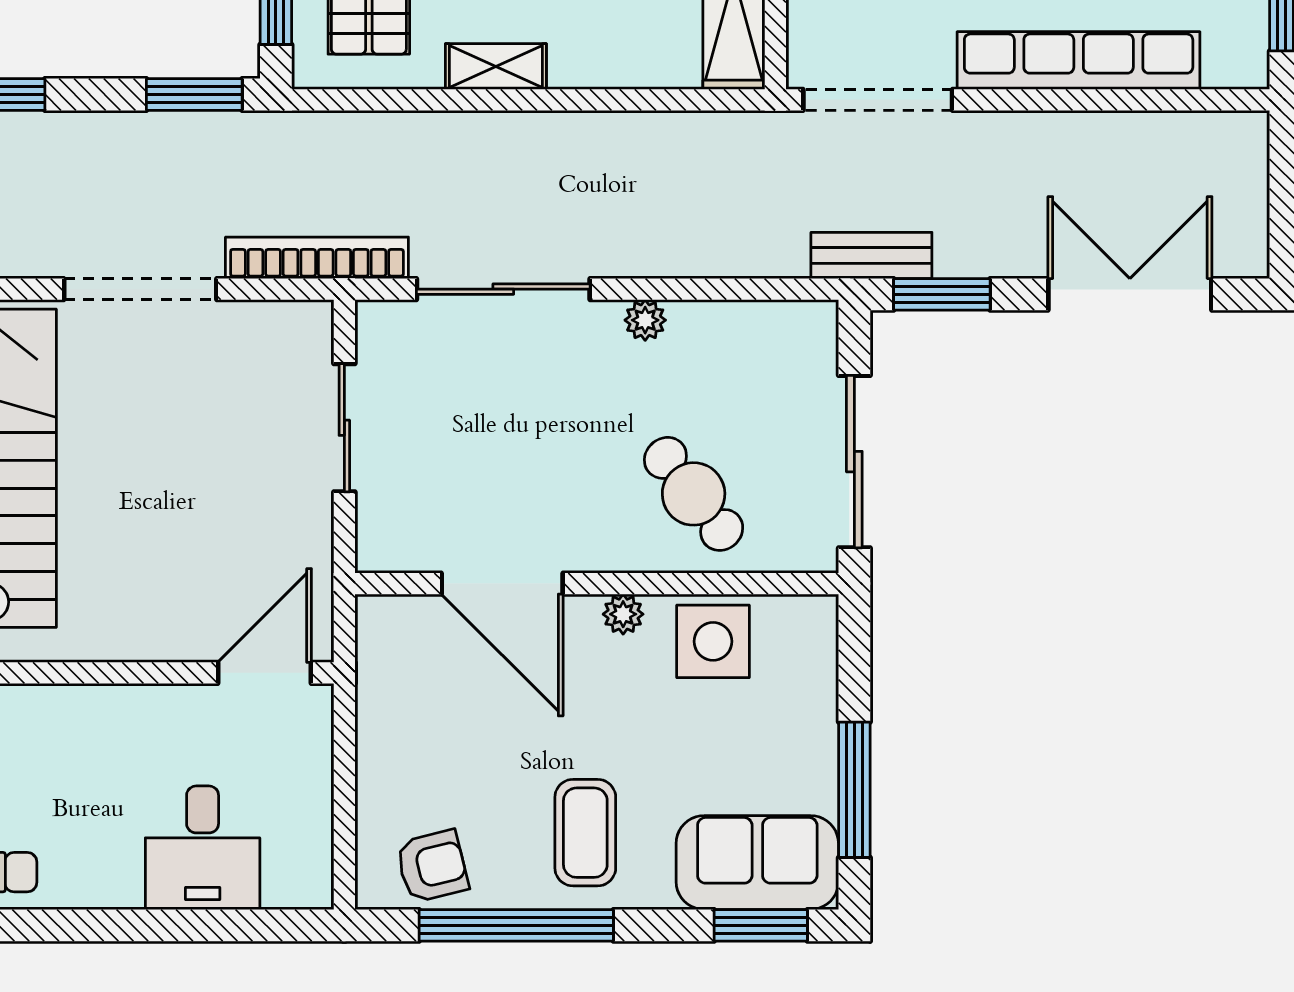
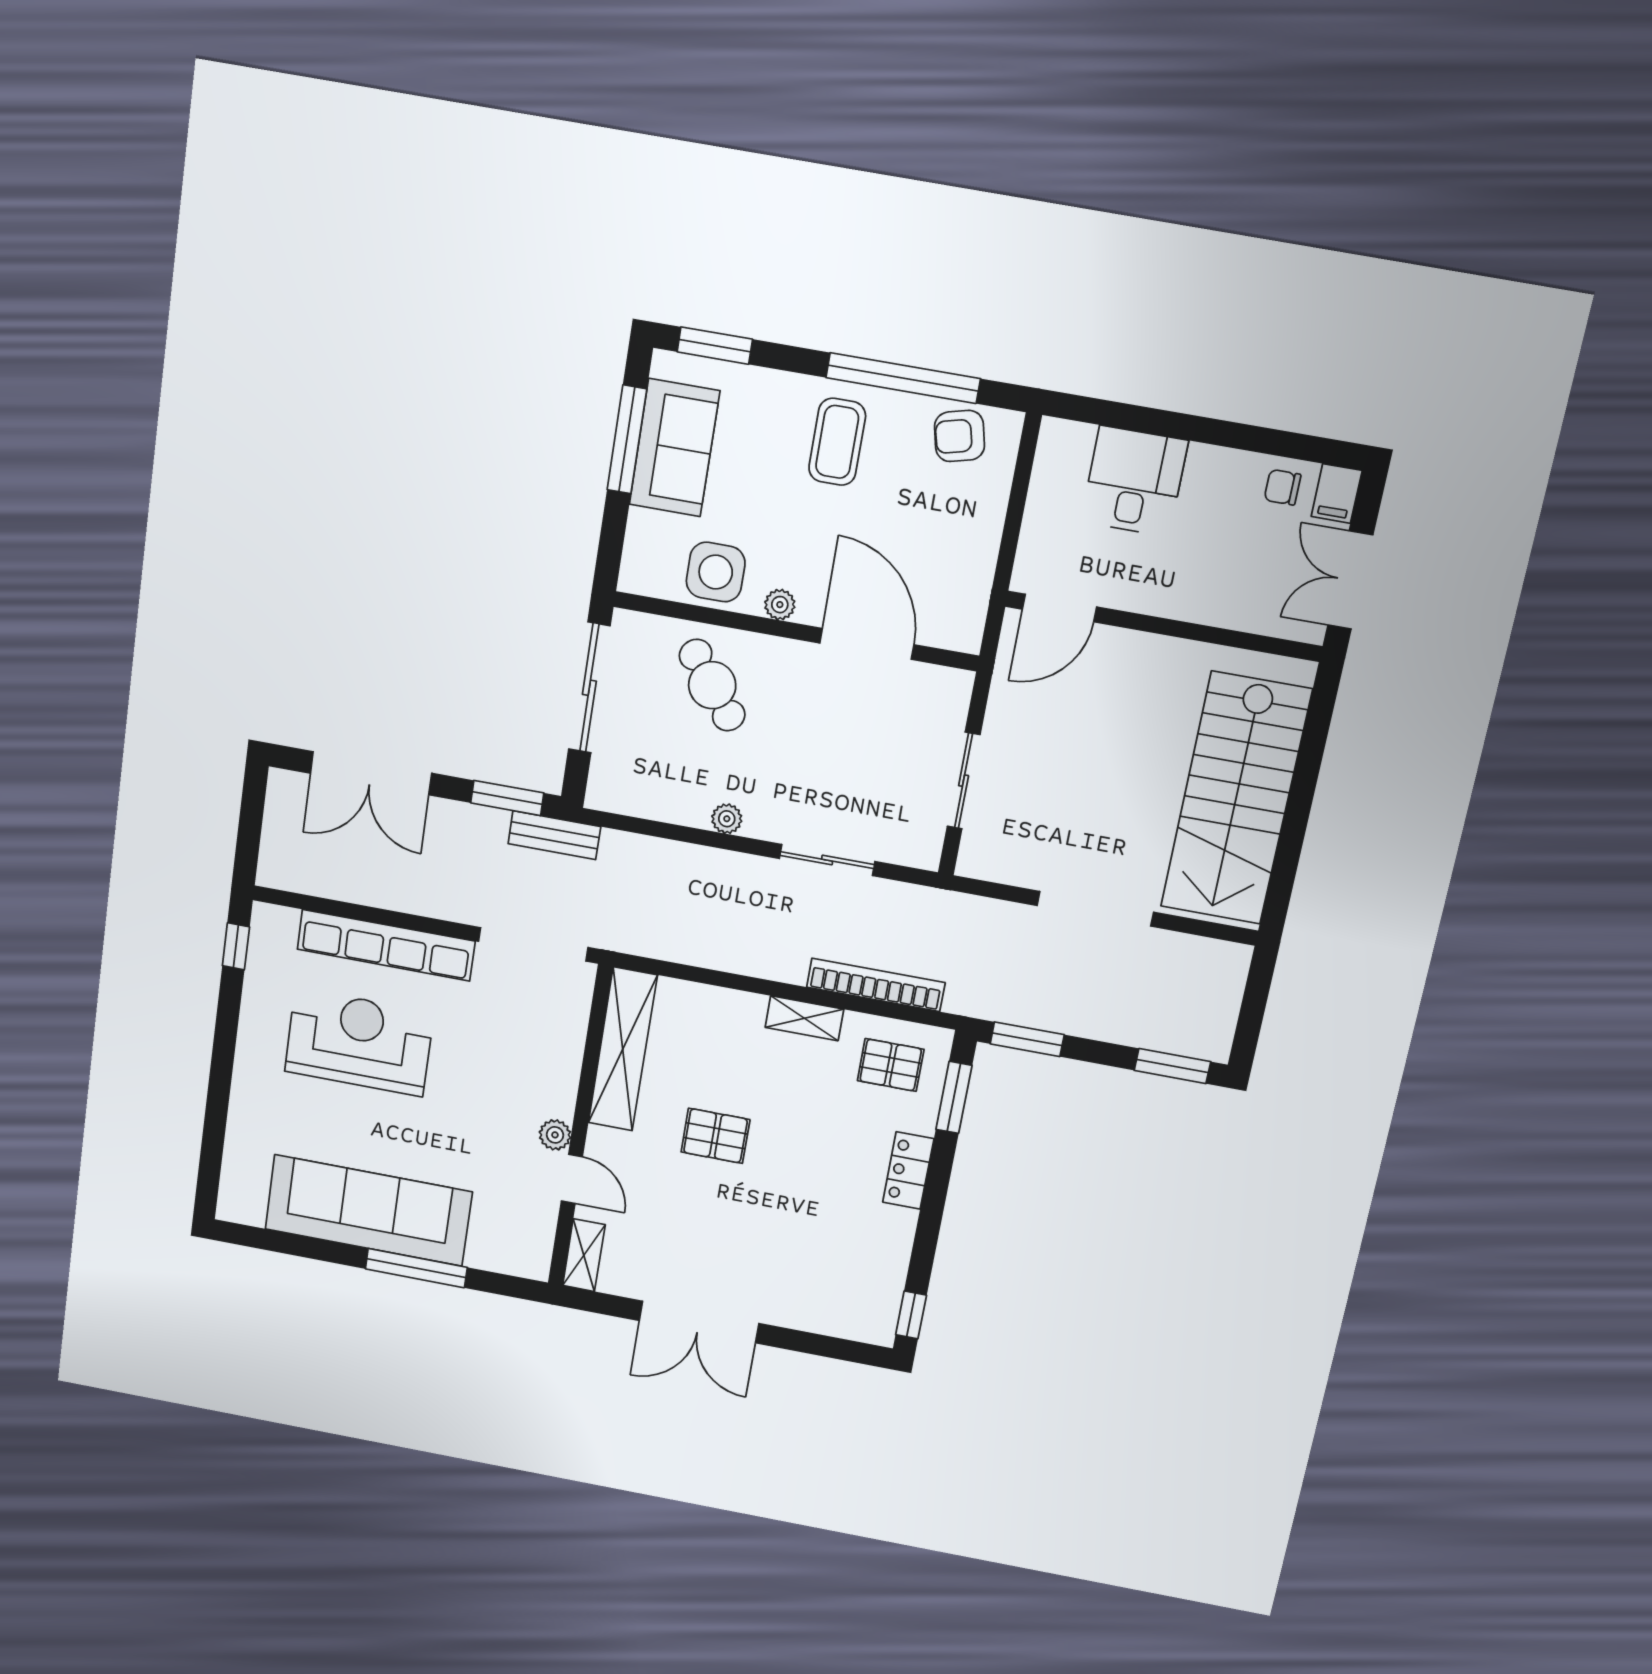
bookcase: (317, 258) -> (876, 985), moved, turned 180
sliding door: (503, 289) -> (827, 860), width x0.73
sofa: (757, 863) -> (674, 448), moved, turned -90

